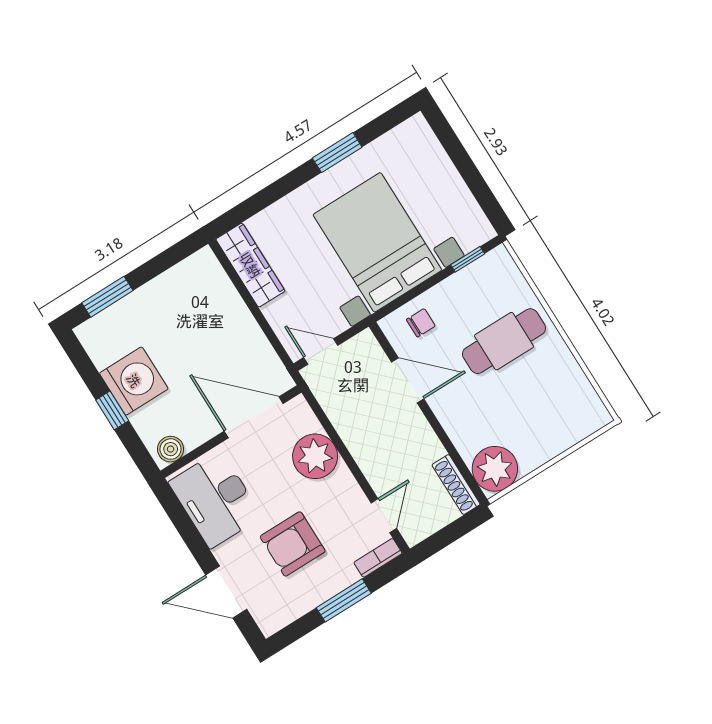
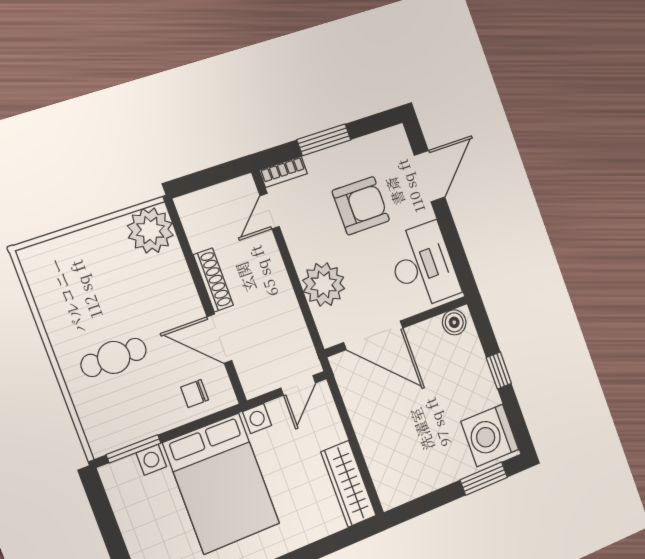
window: (468, 259) -> (134, 449), width x1.50
cafe table: (504, 341) -> (114, 357), width x0.73, depth x0.74
door: (321, 351) -> (298, 385), hinge flipped
washing machine: (134, 381) -> (490, 435), moved
shoe rack: (456, 485) -> (213, 280), moved
door: (226, 592) -> (430, 176), hinge flipped

